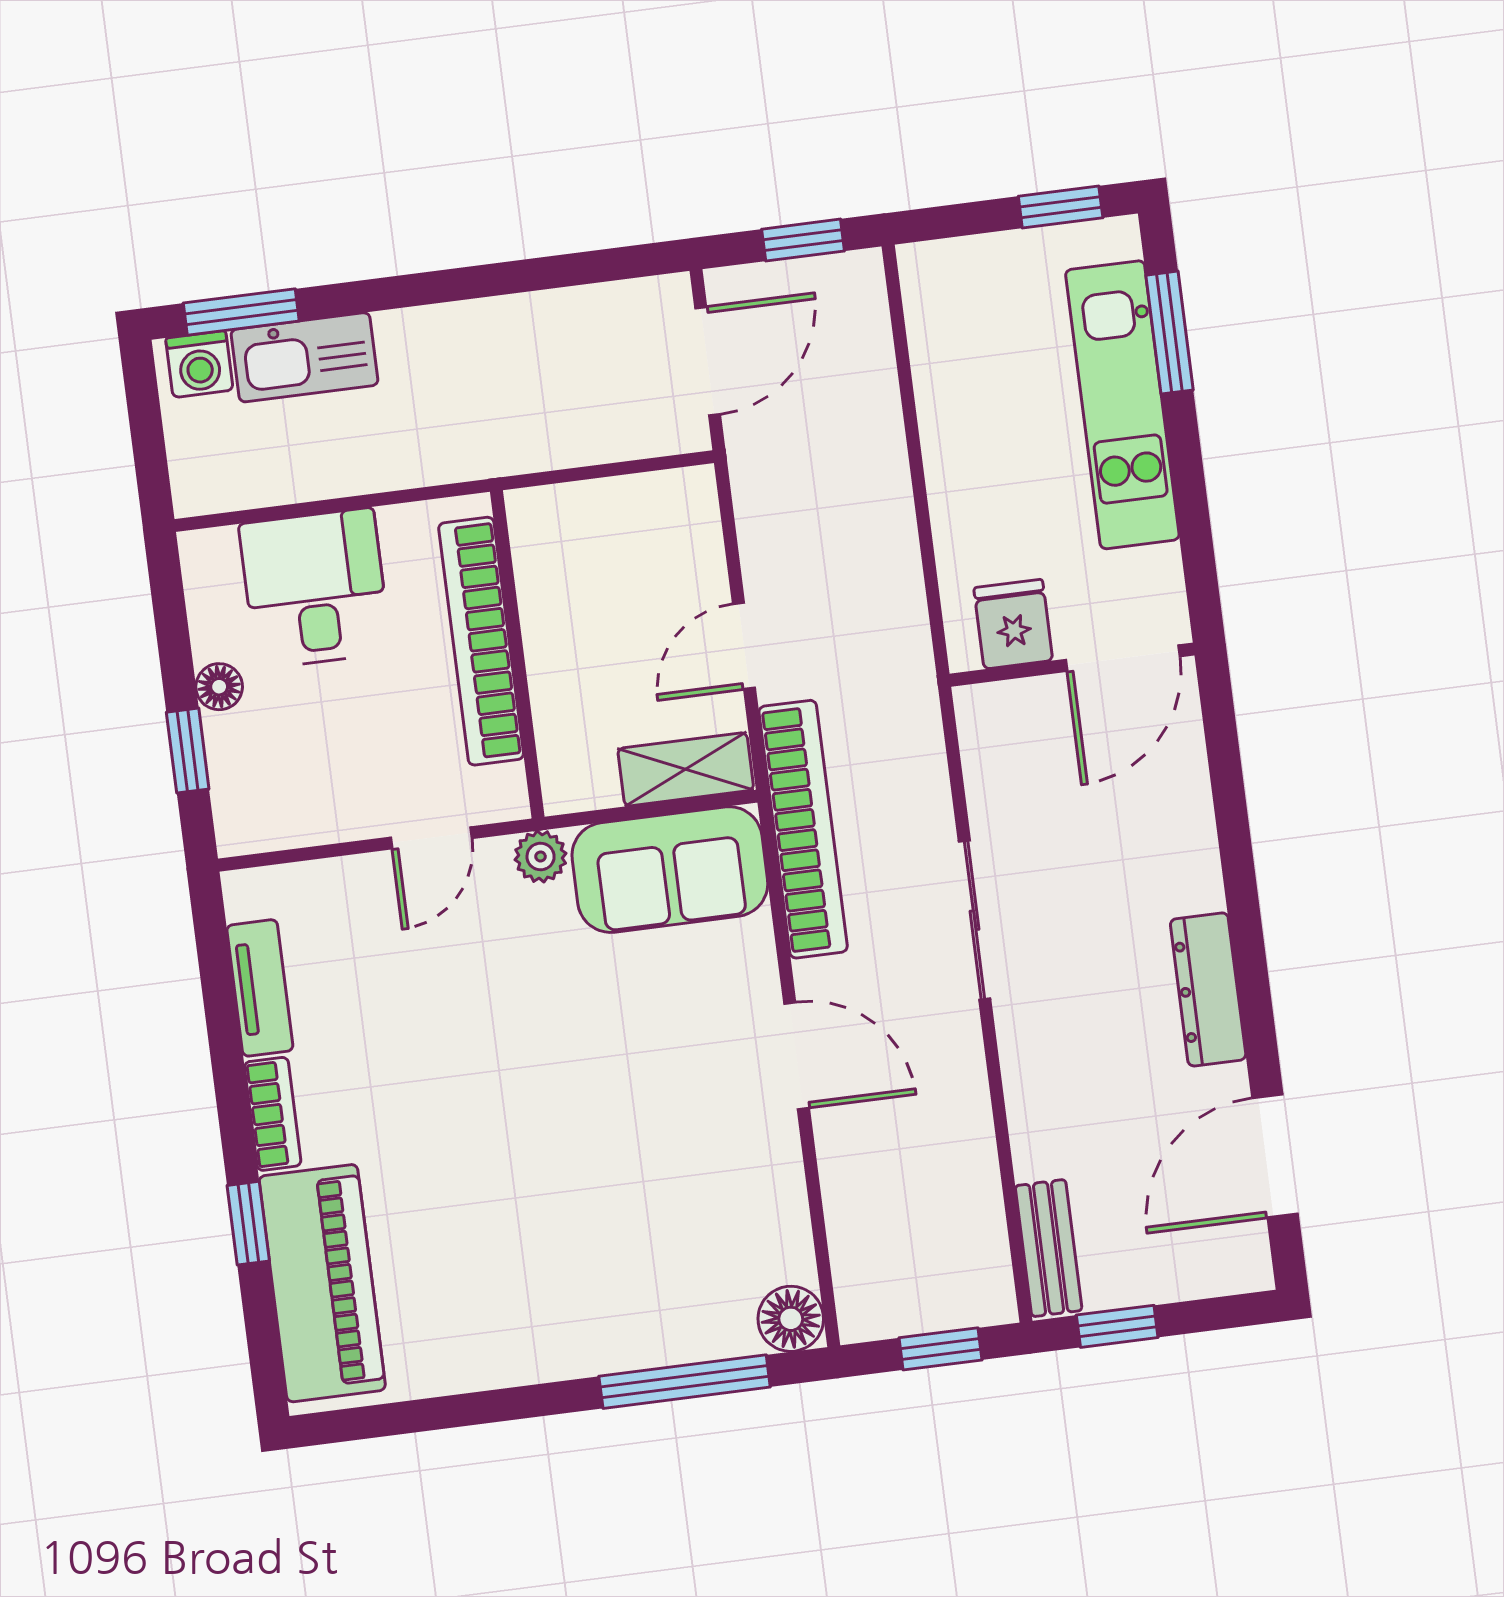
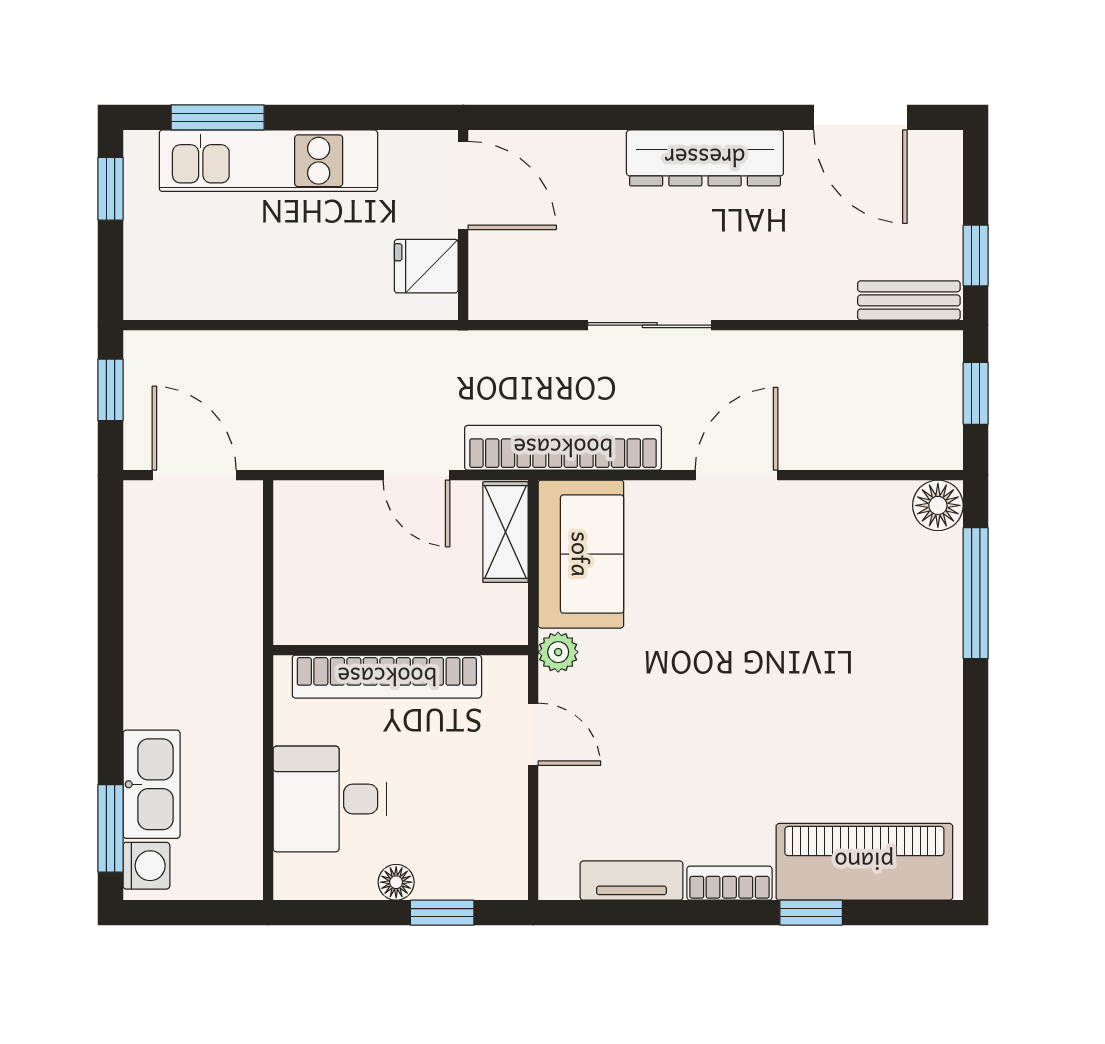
dresser: (1208, 989) -> (705, 158), width x1.37, depth x1.24

